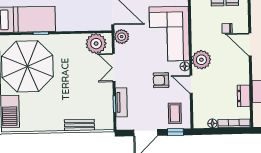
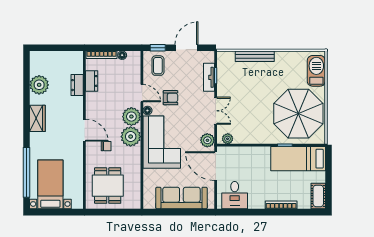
plant: (202, 39) -> (131, 137), added
plant: (96, 44) -> (228, 139), width x0.53, depth x0.53
bench: (79, 125) -> (255, 56), width x1.36

